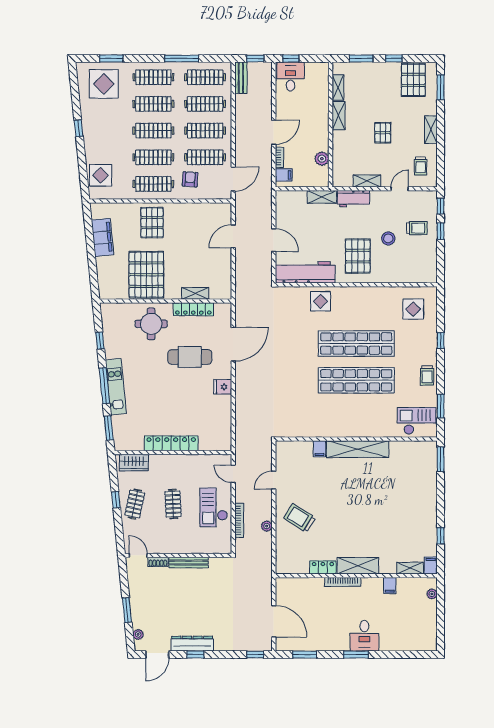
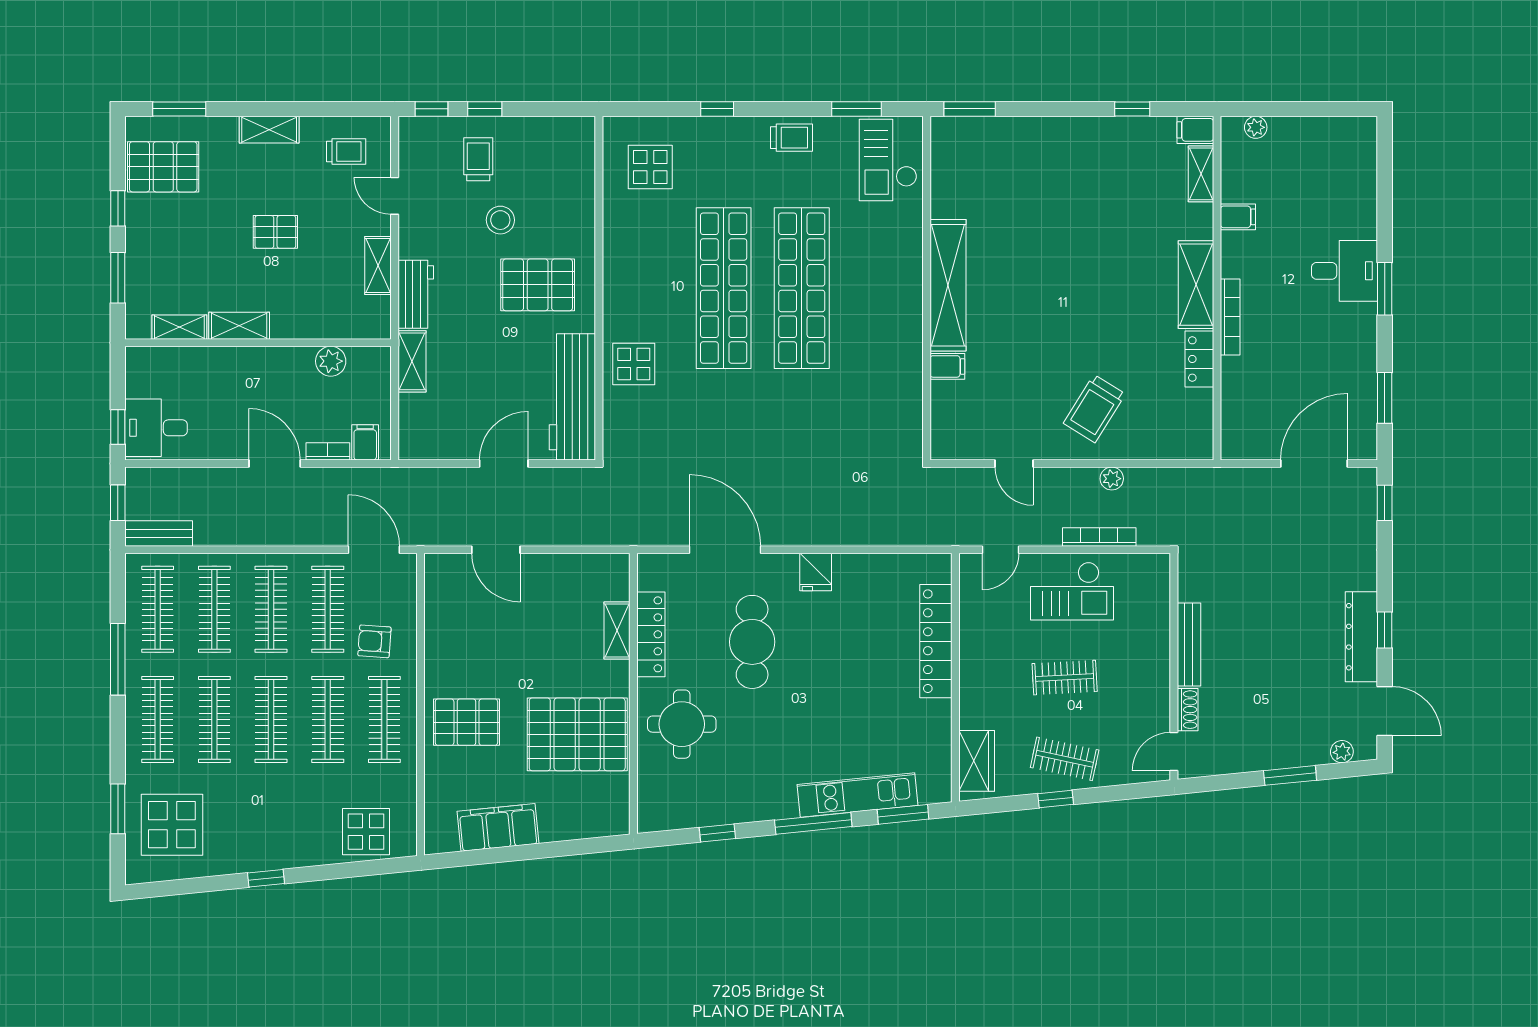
kitchen unit: (116, 387) -> (857, 795), moved
locker: (171, 443) -> (936, 641), moved

